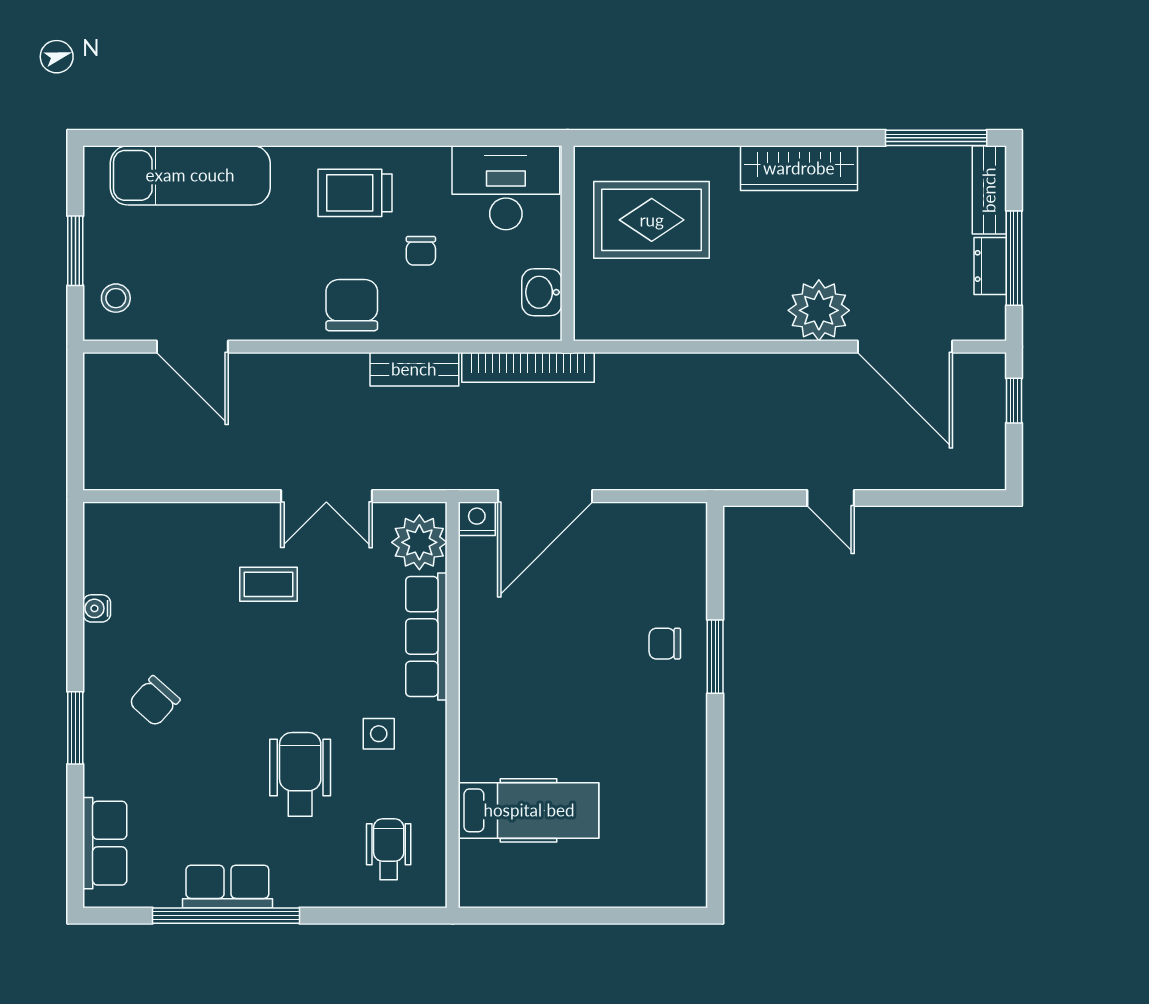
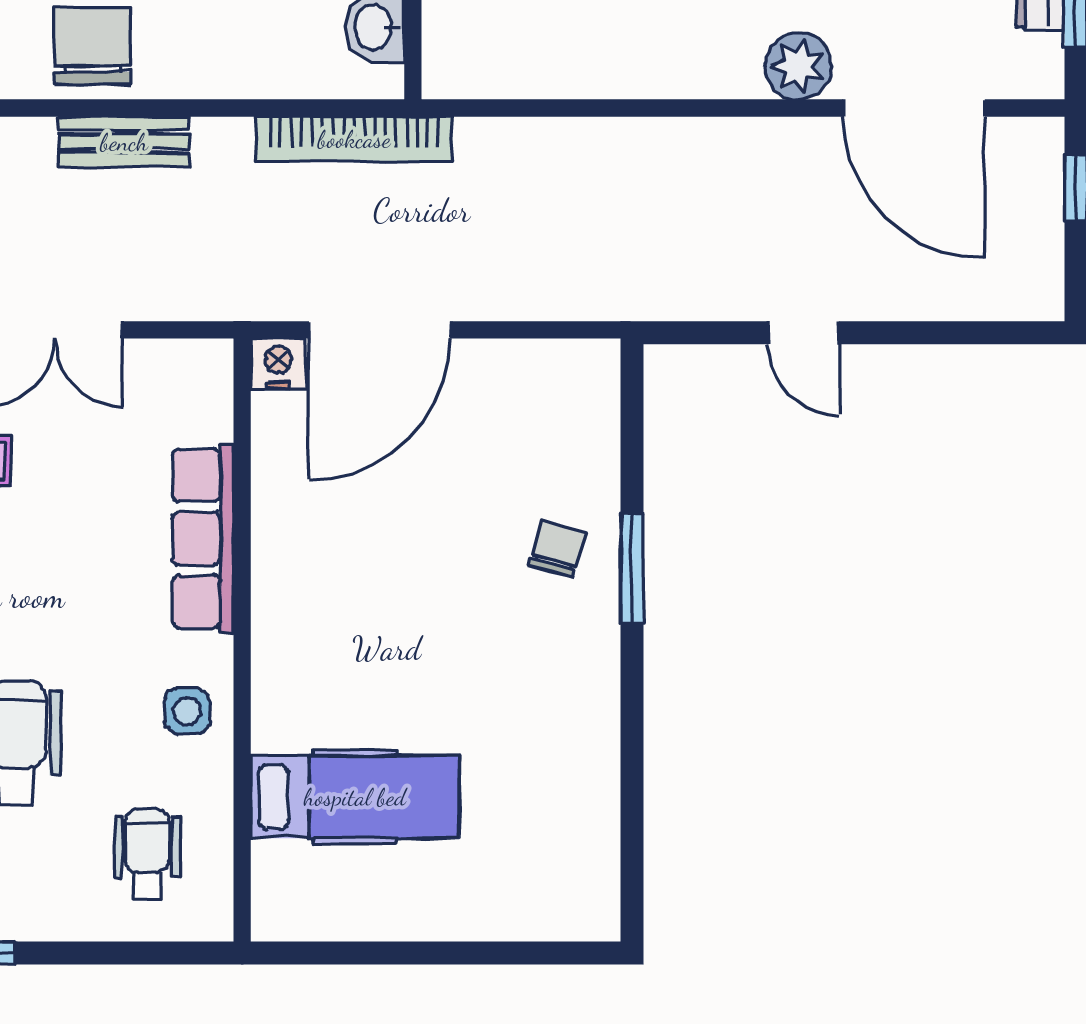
plant: (819, 310) -> (798, 66), width x0.73, depth x0.73
bench: (414, 369) -> (124, 142), moved
plant: (419, 542) -> (193, 399), removed
chair: (665, 644) -> (557, 549), turned 106
side table: (379, 734) -> (187, 711), moved

